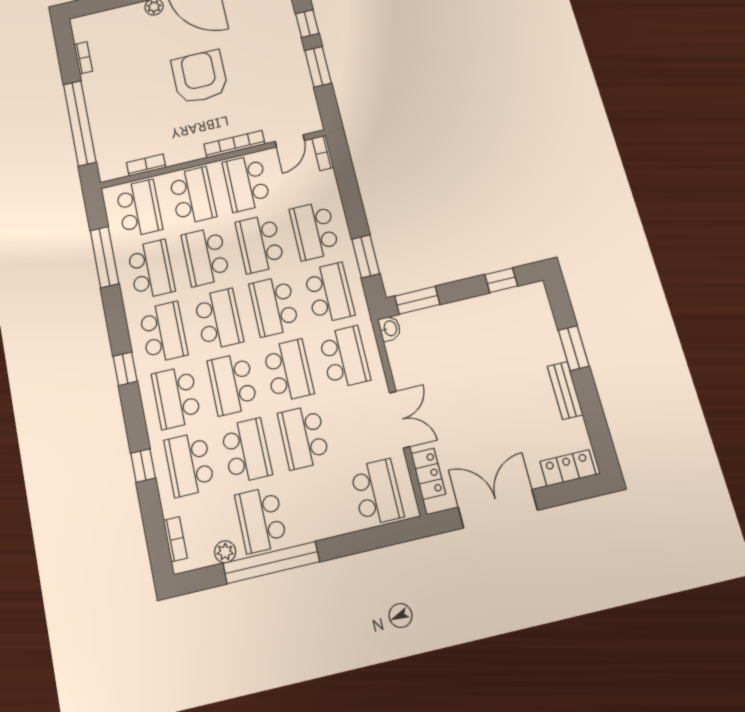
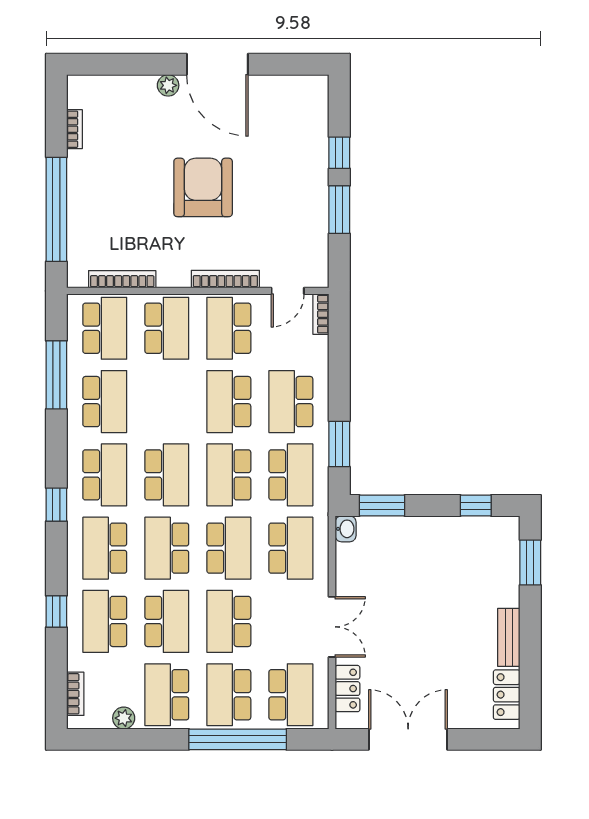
bookcase: (146, 165) -> (122, 279), width x1.56
school desk: (206, 256) -> (229, 695), moved
window: (574, 348) -> (530, 563), moved
locker: (568, 468) -> (507, 695), moved, turned -90
window: (271, 563) -> (238, 739), moved

